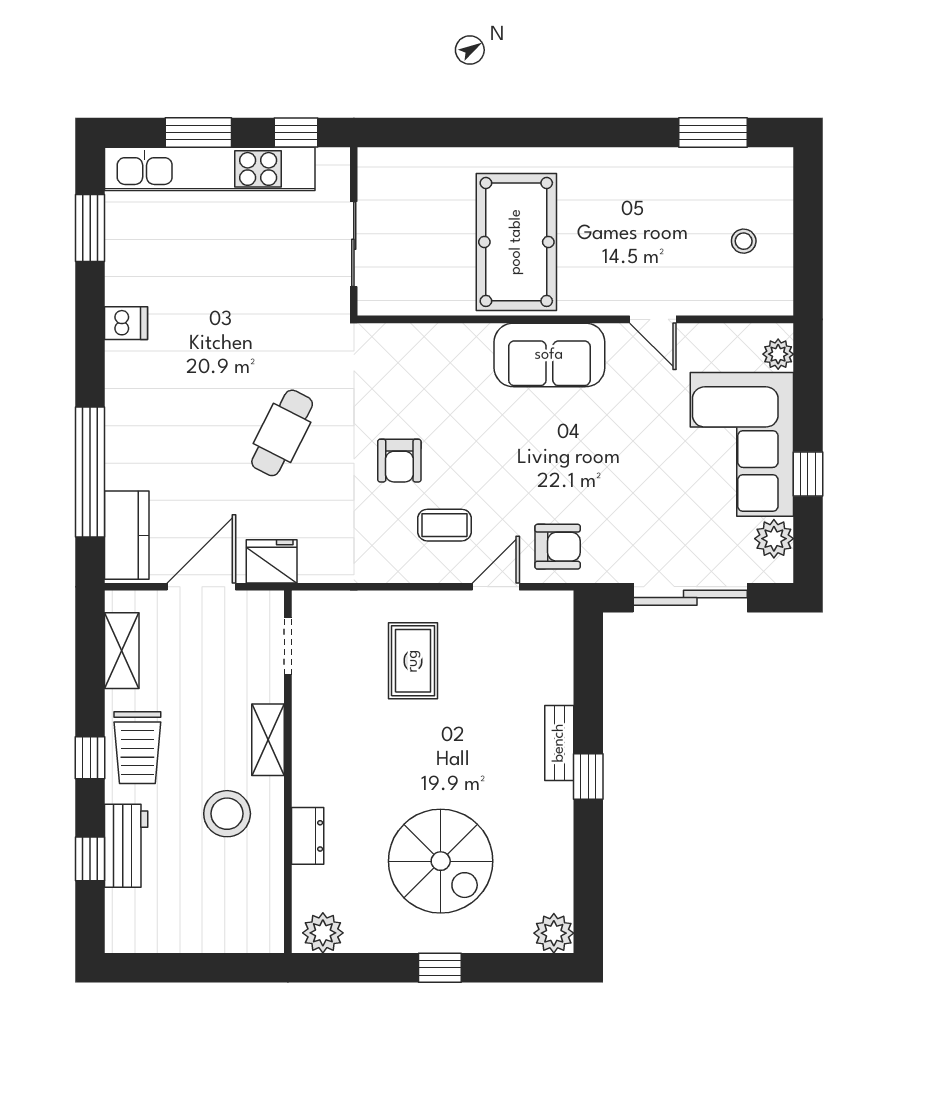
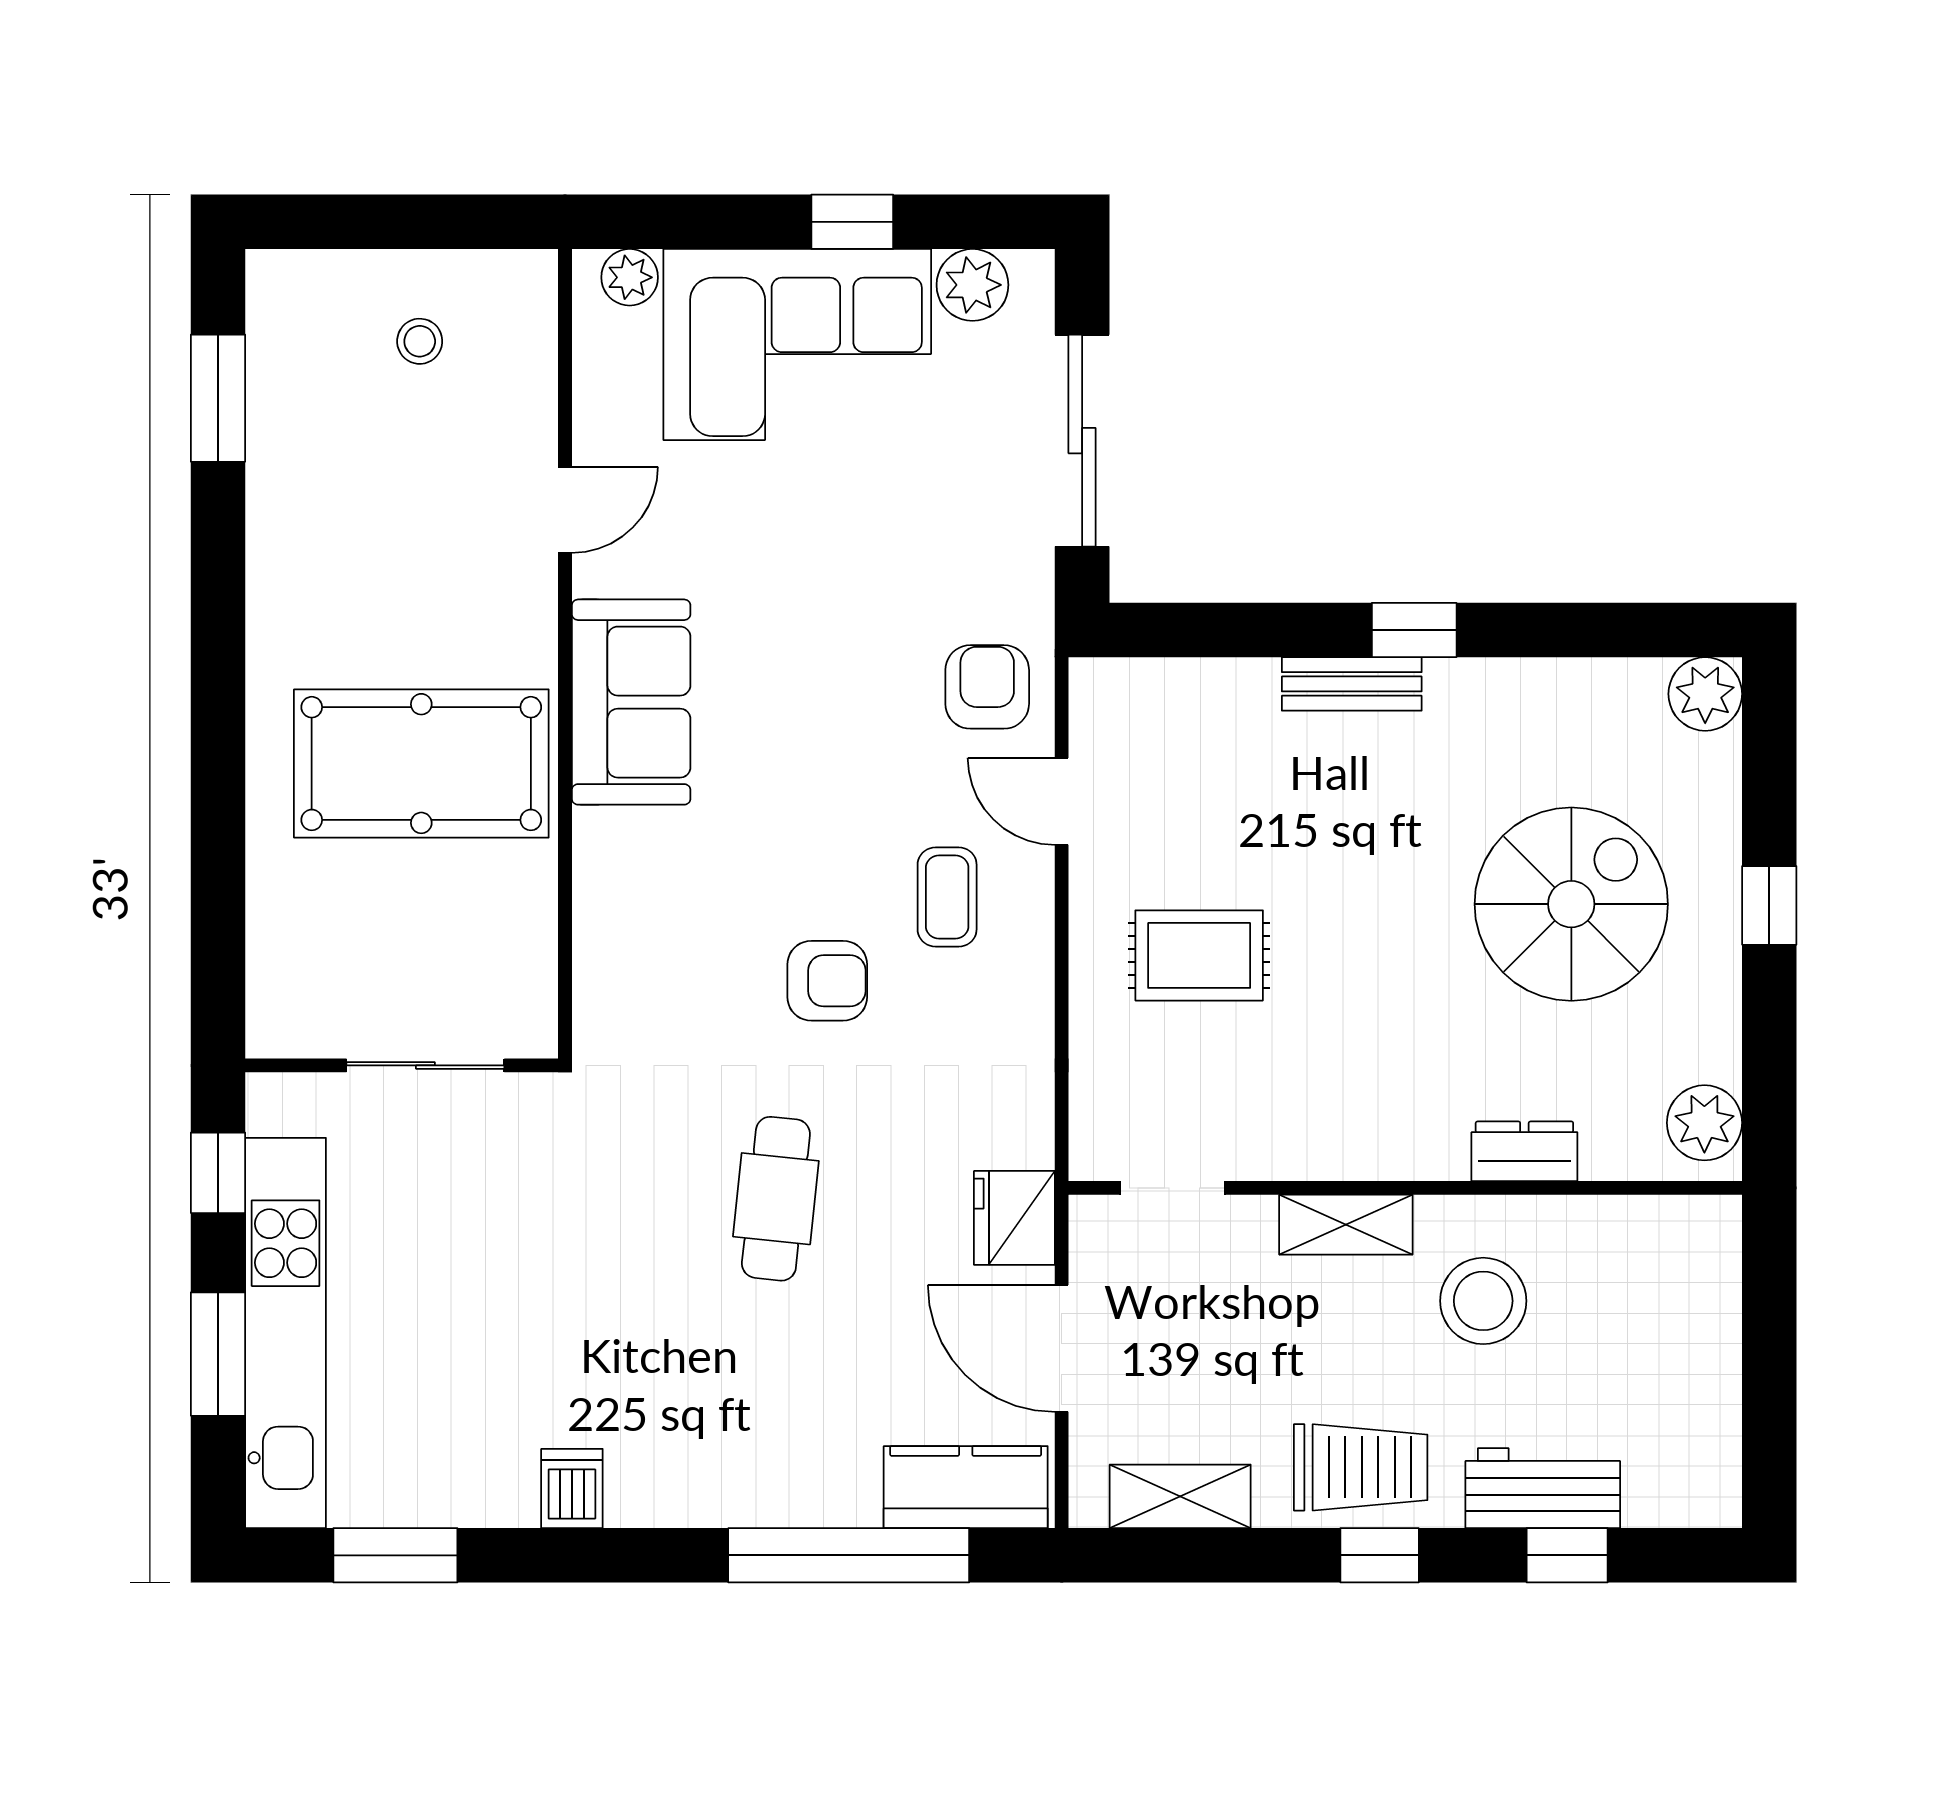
cafe table: (282, 433) -> (776, 1199), turned 69

